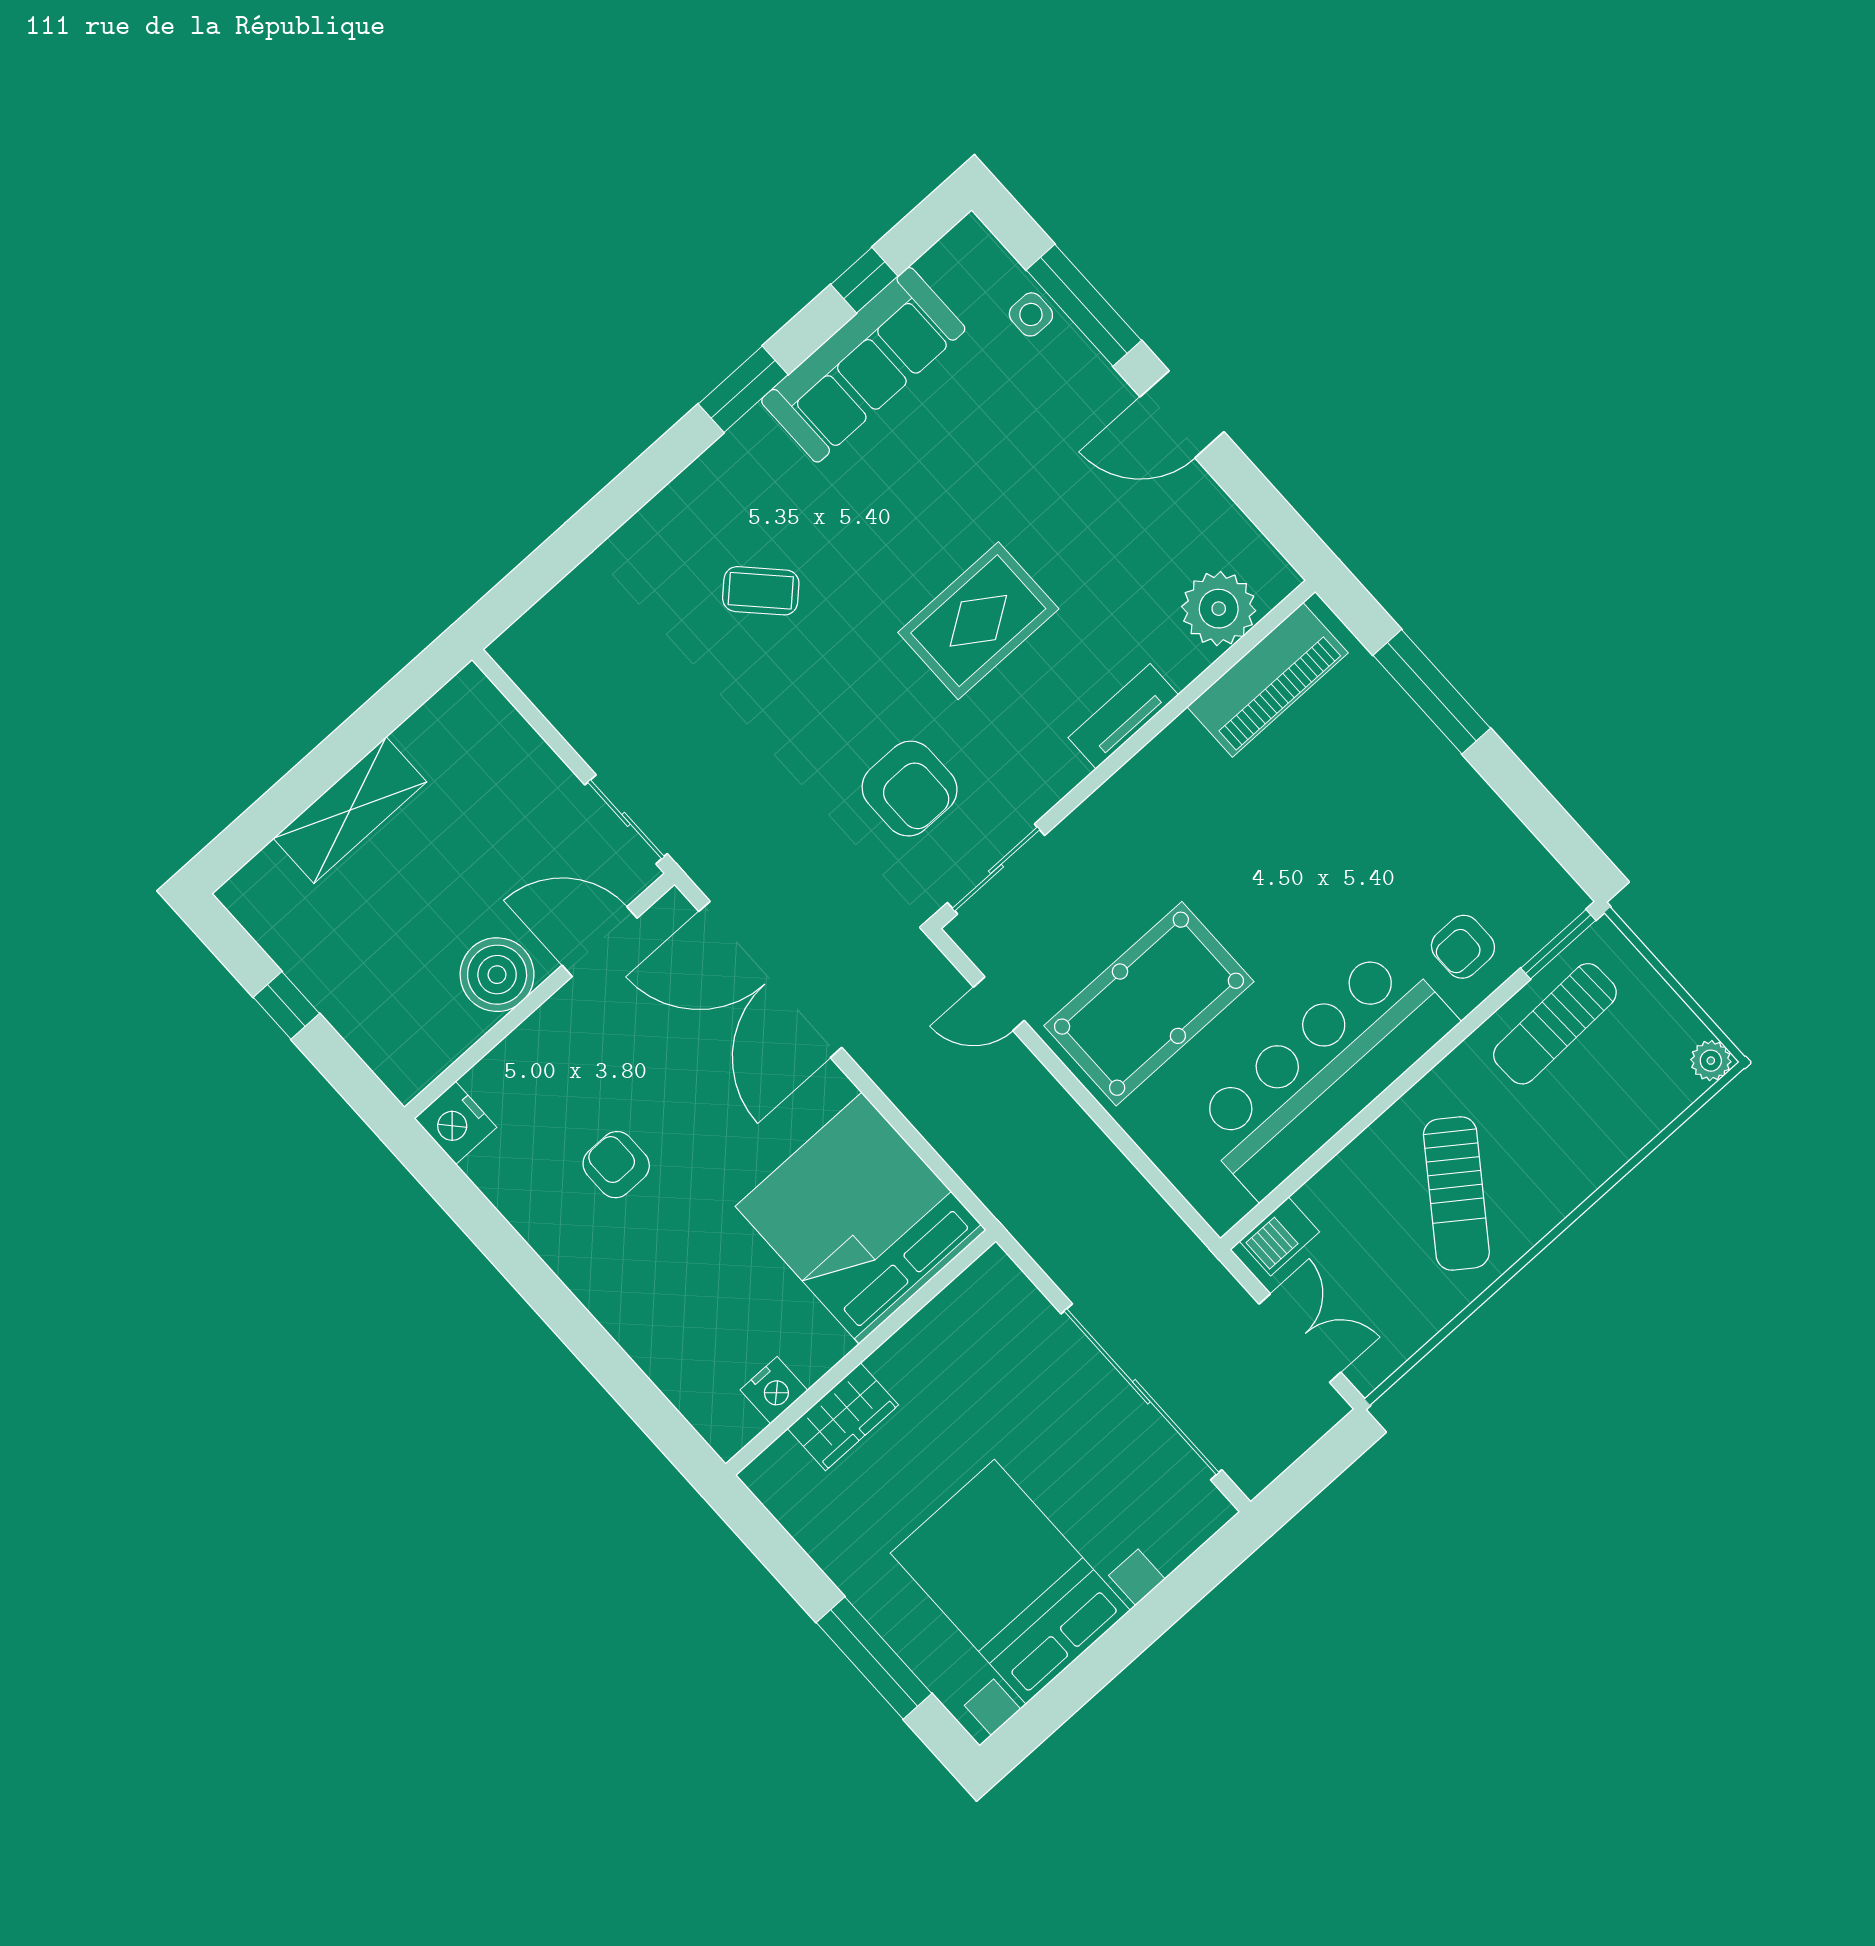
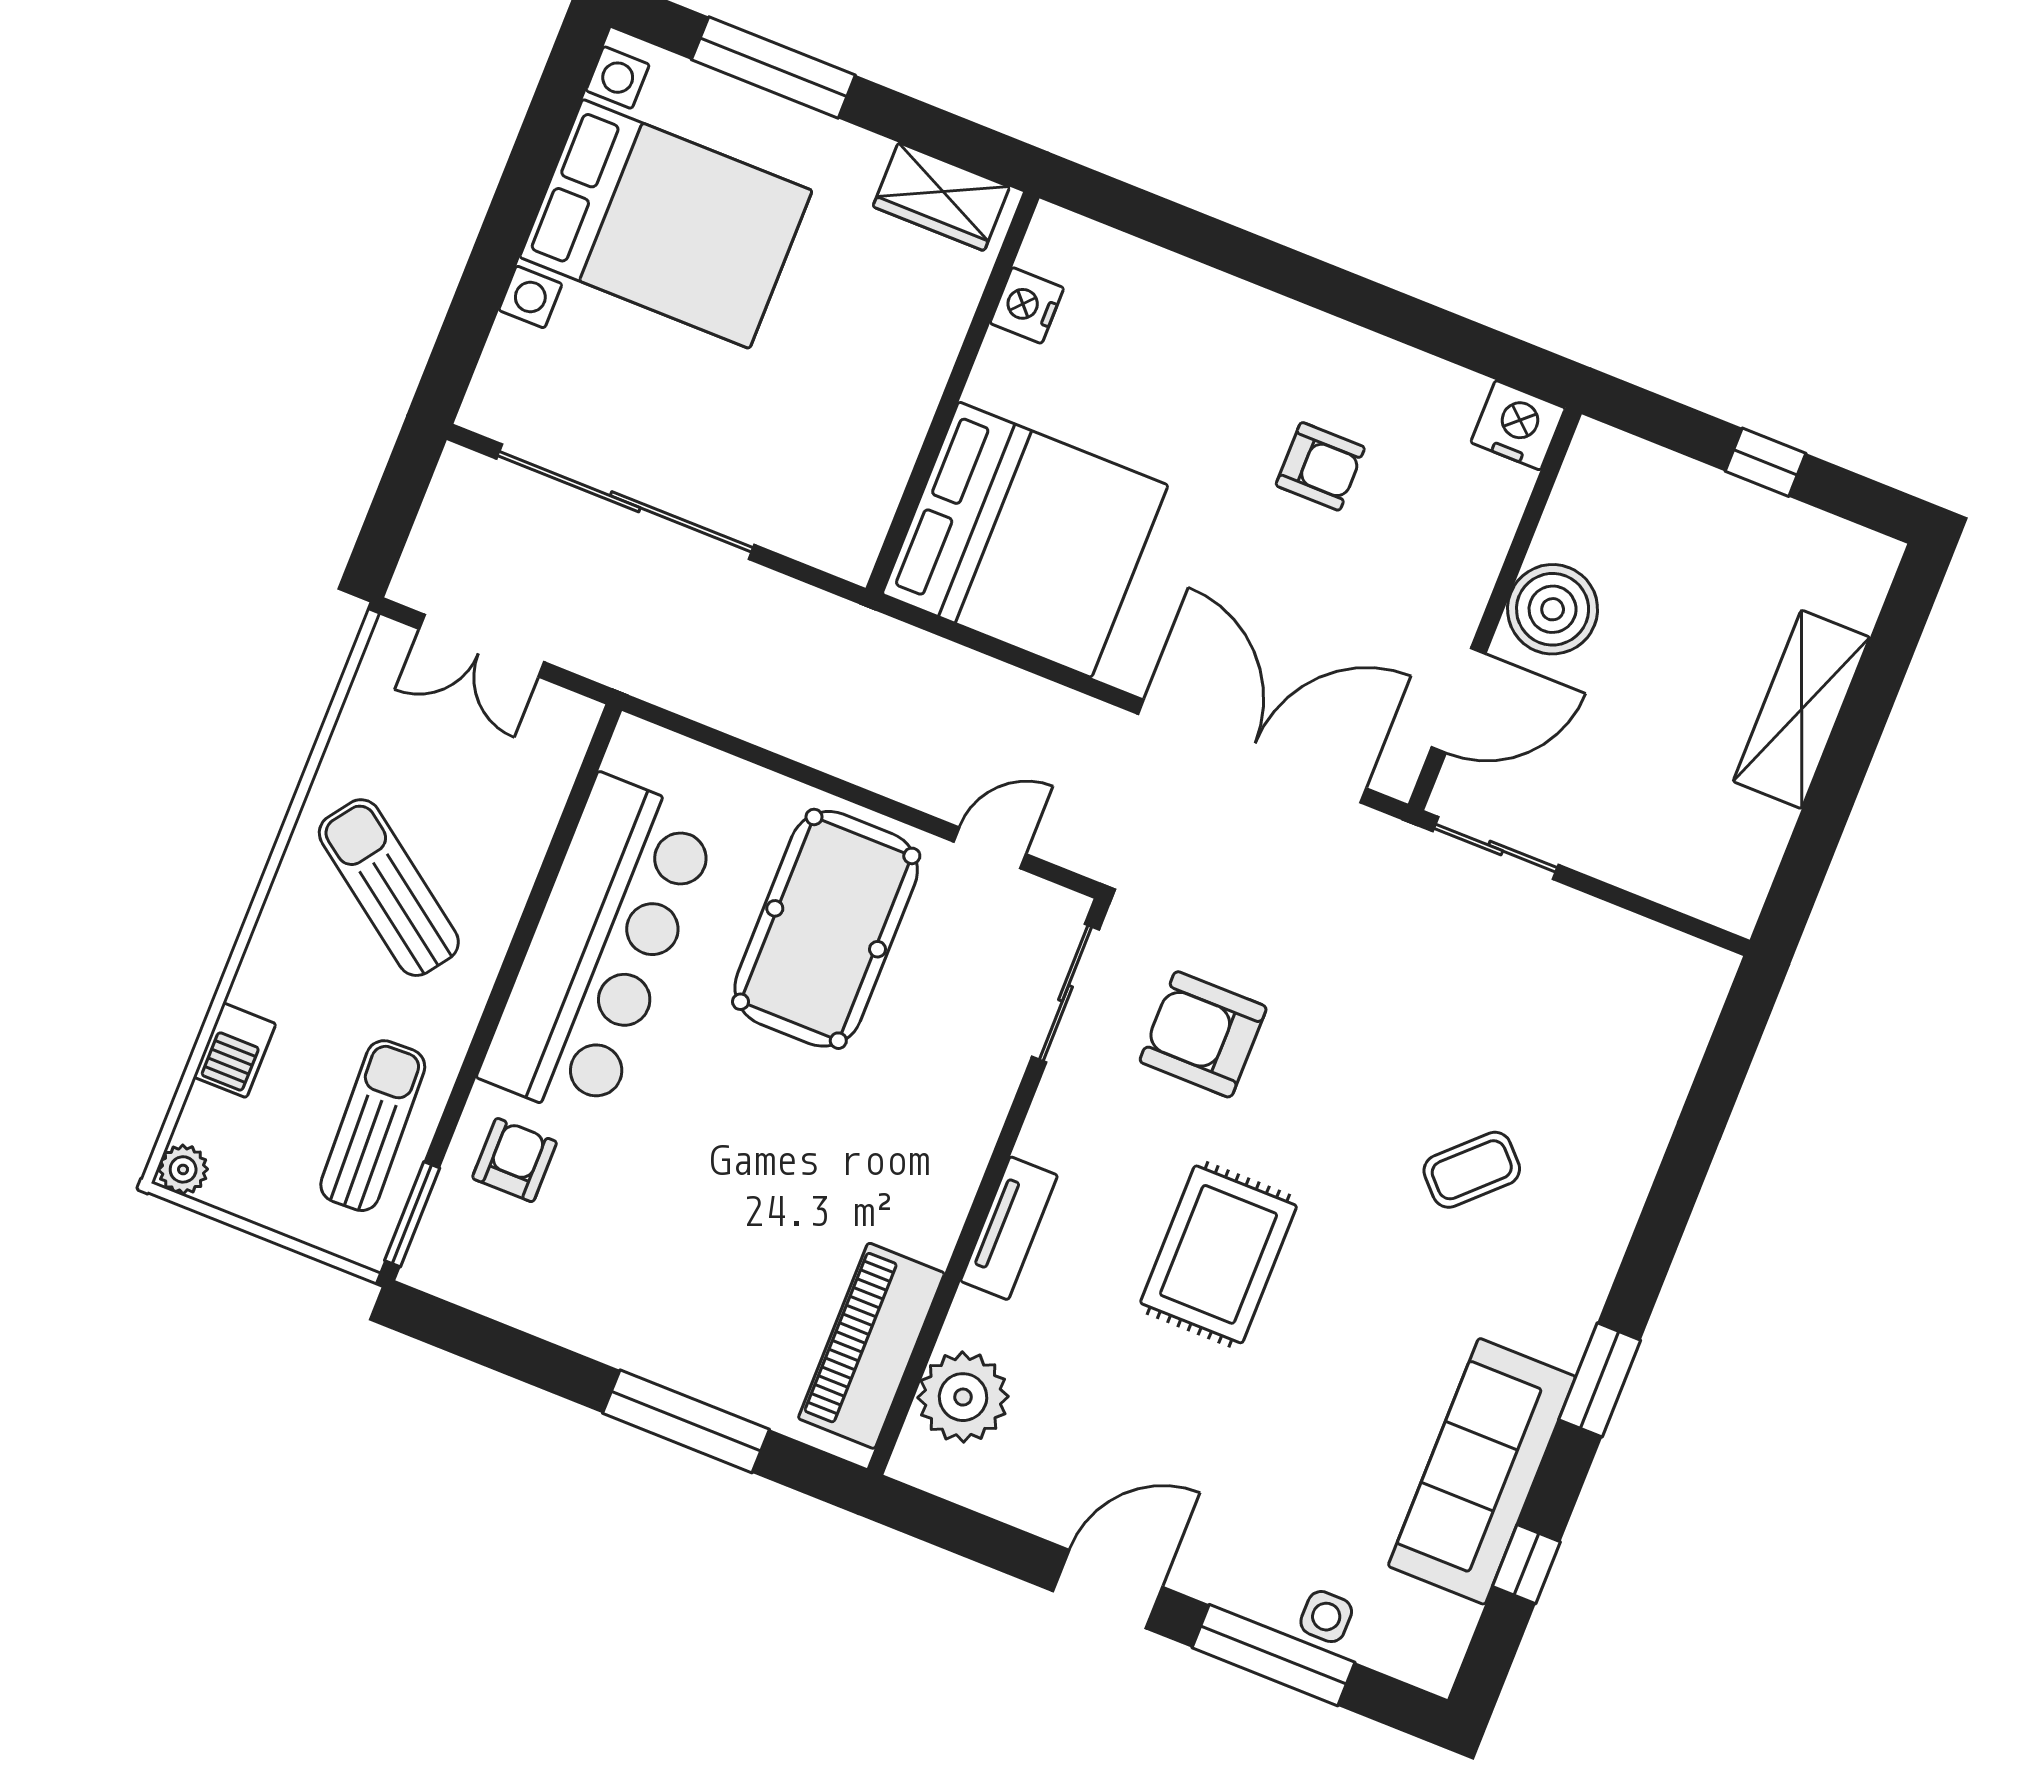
barbecue: (1279, 1237) -> (235, 1050), moved, turned 180
wardrobe: (843, 1417) -> (941, 197), moved, turned -90

